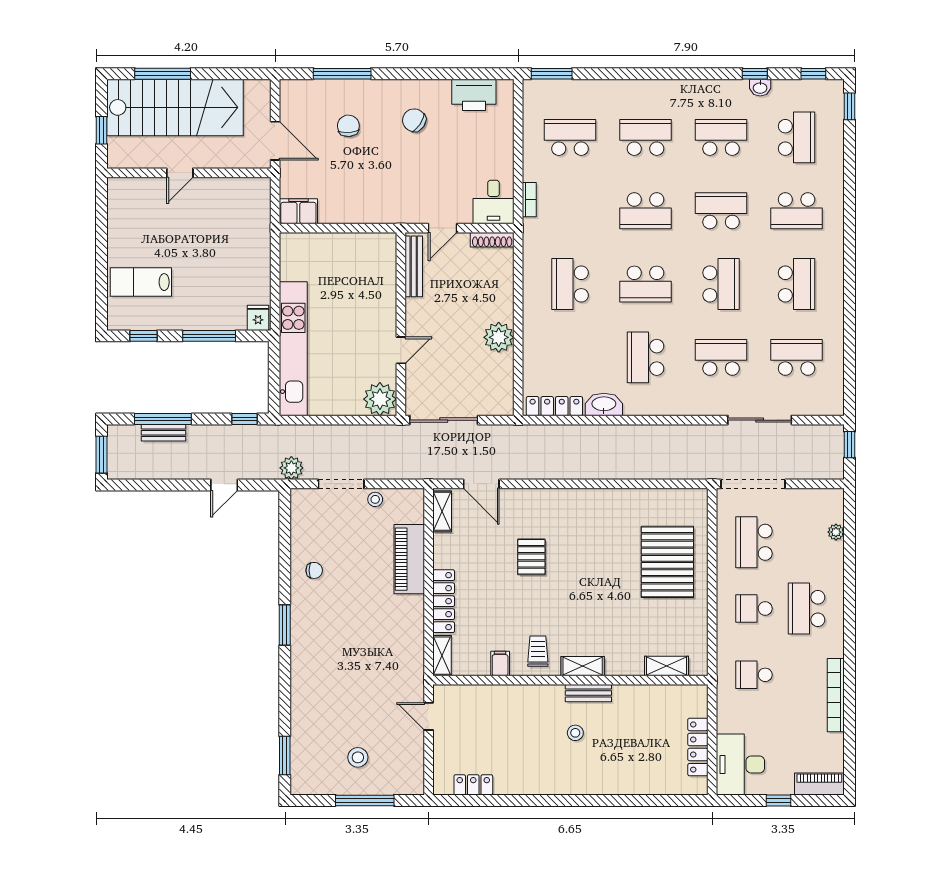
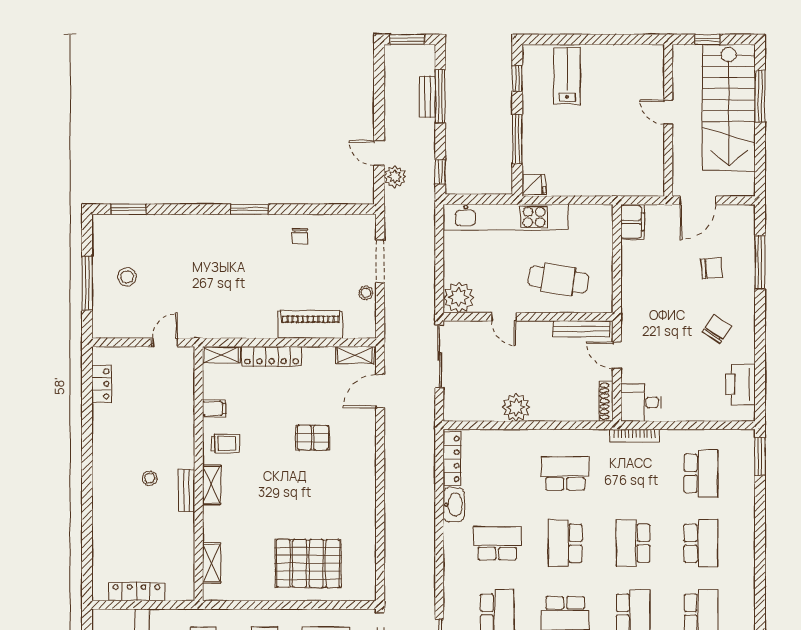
bookcase: (529, 200) -> (634, 436), width x1.56
cafe table: (361, 292) -> (558, 279), added
plant: (291, 468) -> (395, 177), moved

